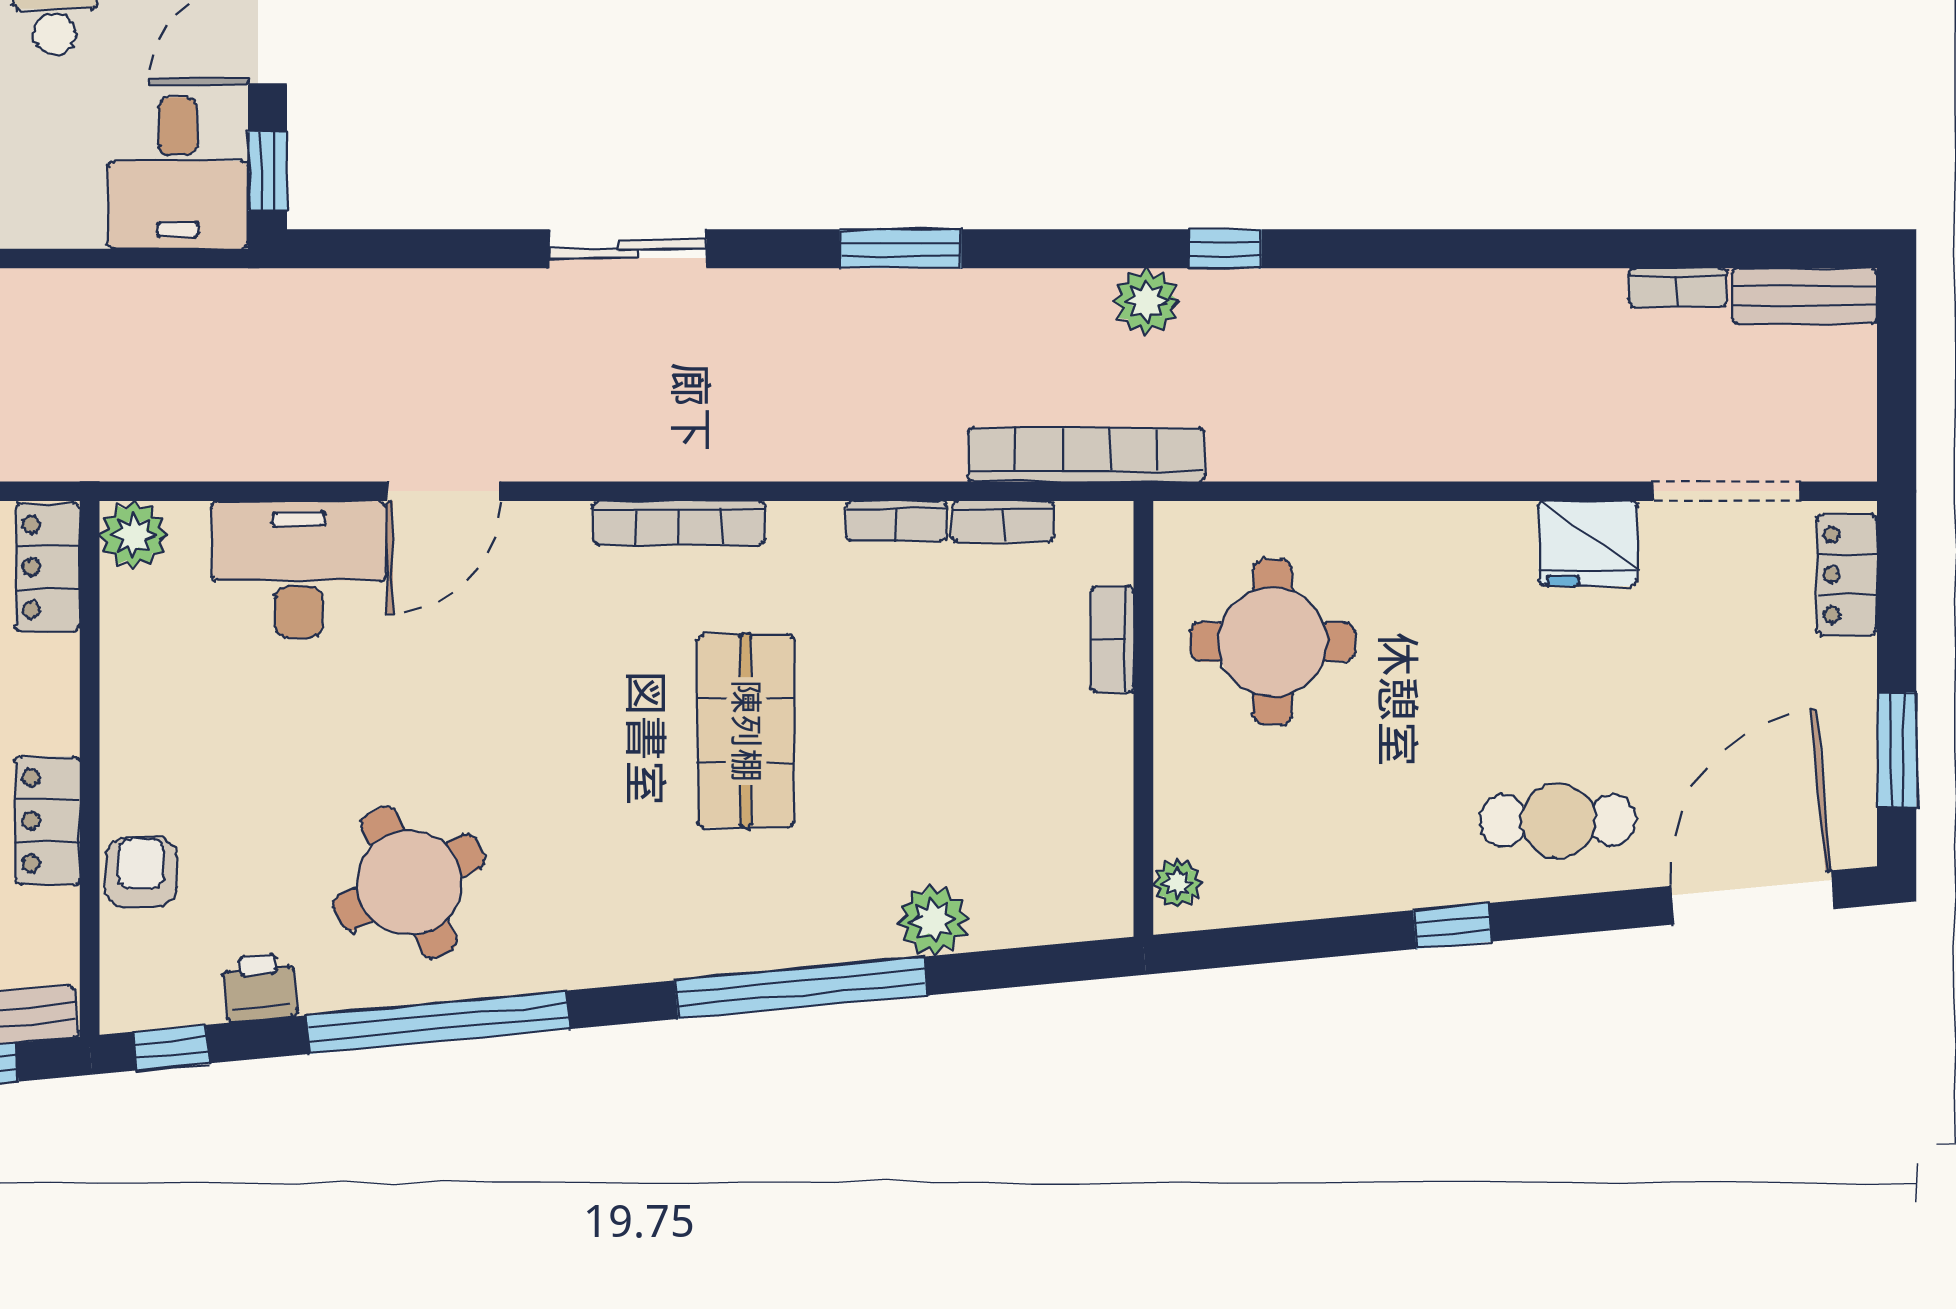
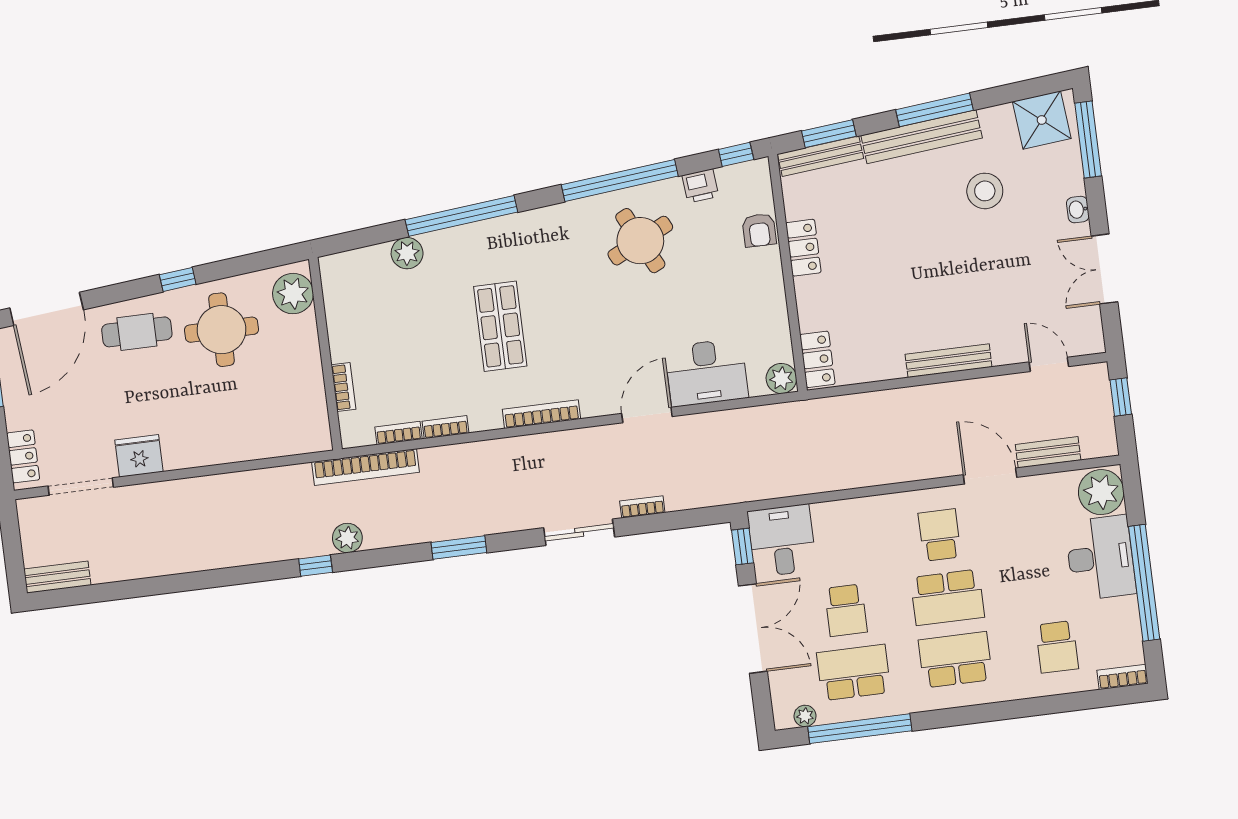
bookcase: (1678, 288) -> (642, 507), moved
round table: (1273, 642) -> (222, 330), moved
plant: (1178, 883) -> (293, 294), width x1.88, depth x1.88

